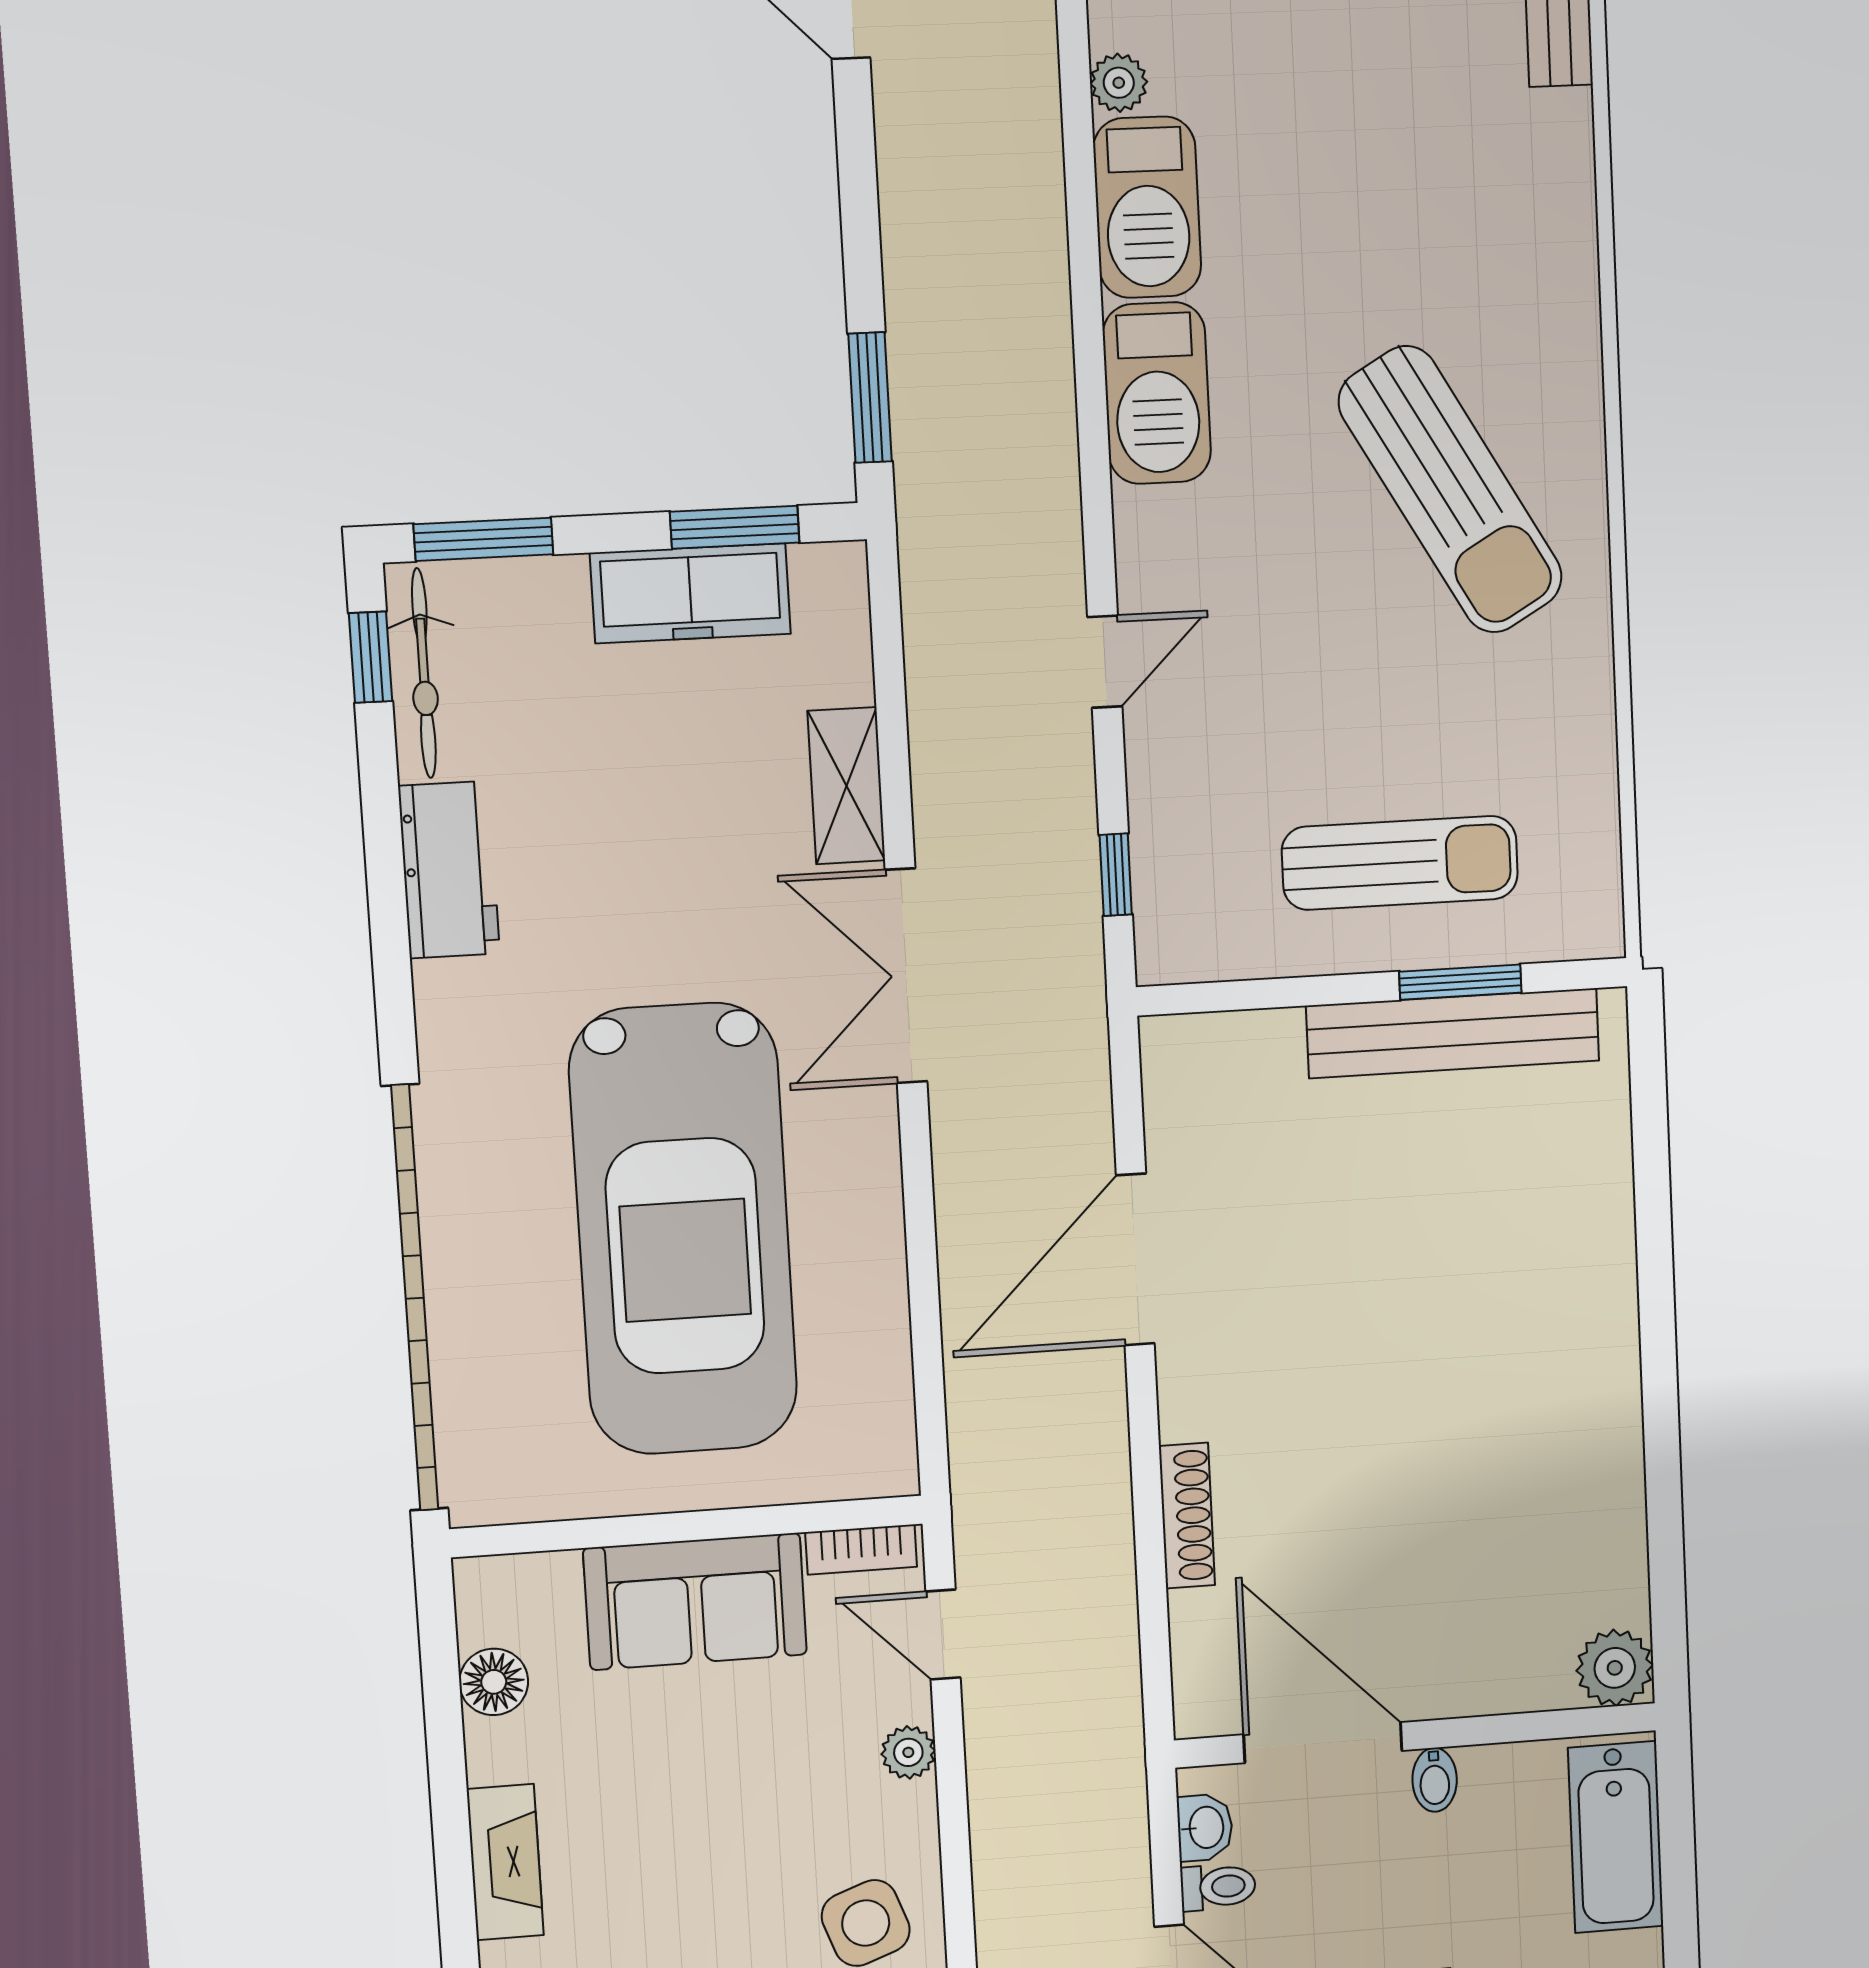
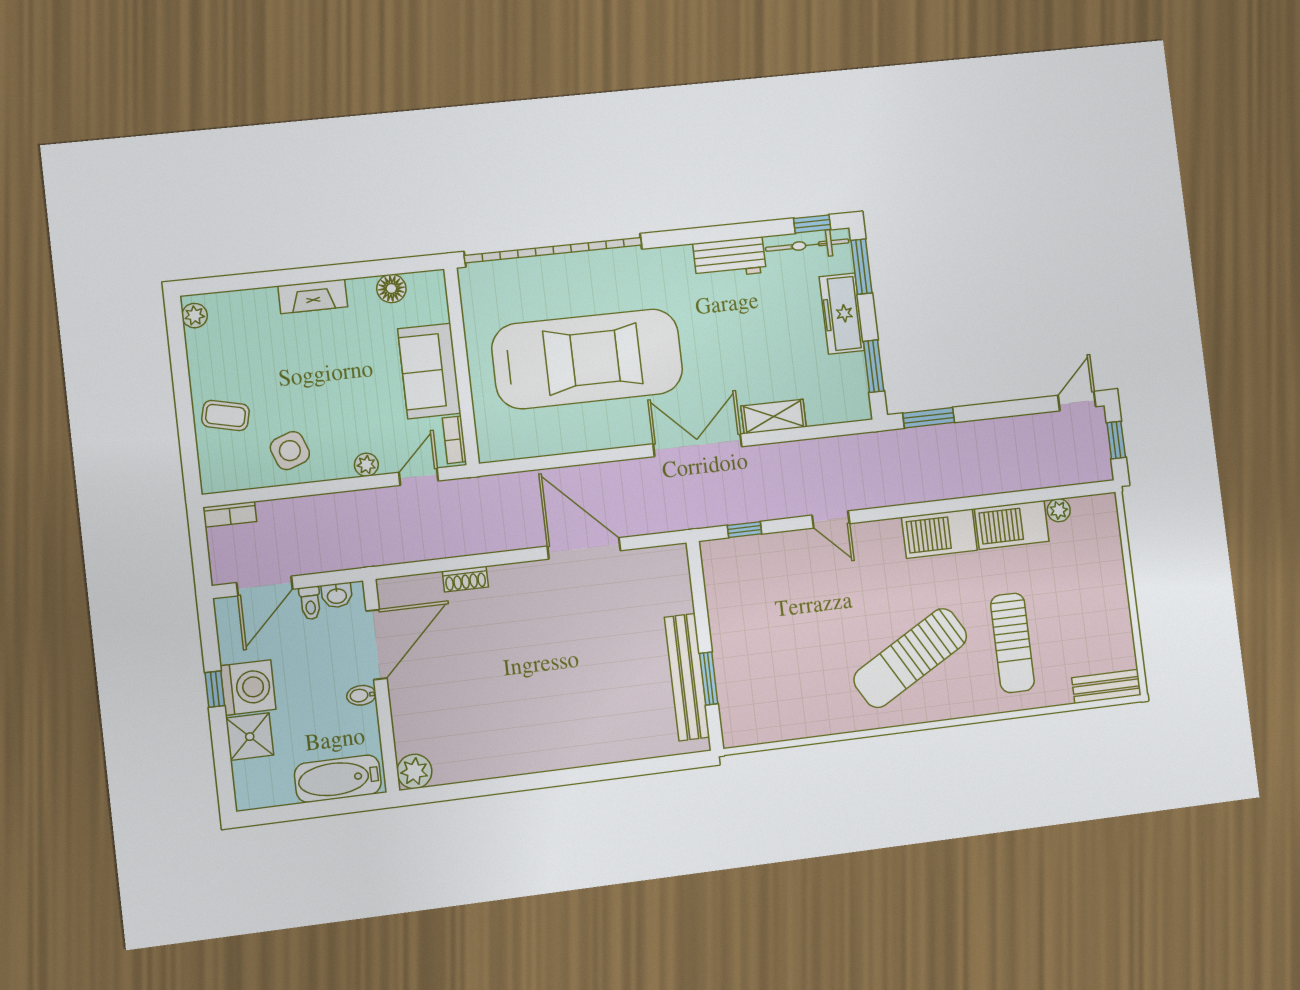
freezer: (690, 593) -> (842, 314), moved
sun lounger: (1400, 863) -> (1012, 643), moved
car: (683, 1229) -> (587, 359), turned 180
shoe rack: (1187, 1516) -> (465, 579), width x0.70

